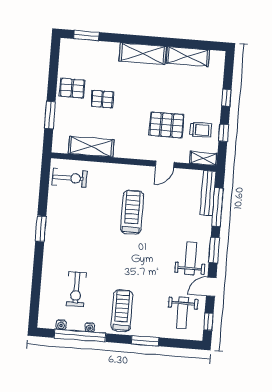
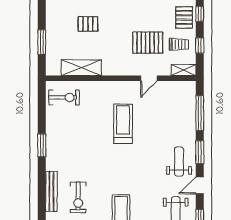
pallet: (72, 88) -> (184, 17), moved, turned 90
bench: (208, 193) -> (51, 191), moved

